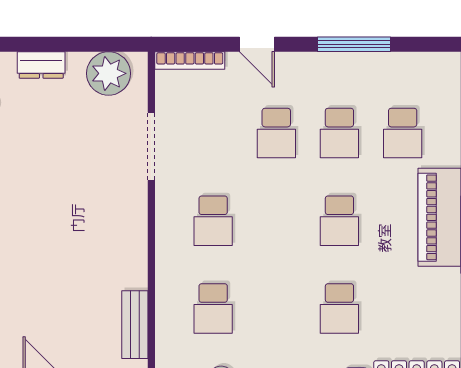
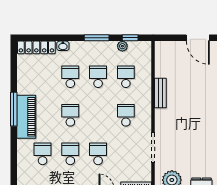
school desk: (276, 308) -> (98, 77), added
bench: (135, 325) -> (160, 93), moved

